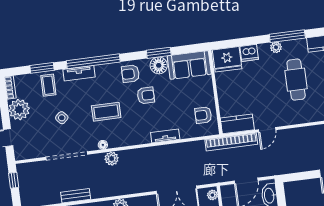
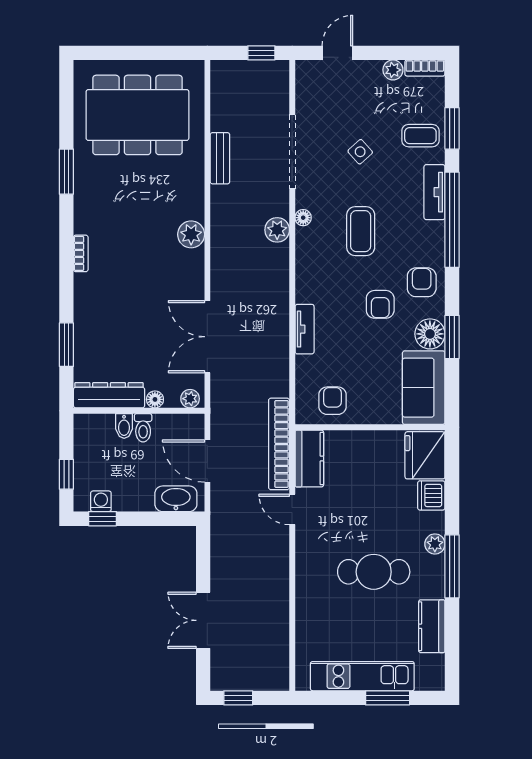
plant: (19, 110) -> (393, 70), width x0.53, depth x0.53

